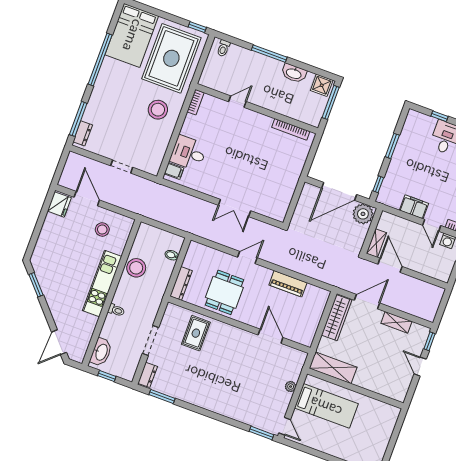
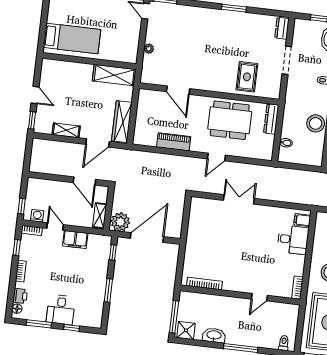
shelving: (376, 243) -> (100, 216), moved
dining table: (224, 292) -> (230, 120), width x1.38
window: (162, 396) -> (234, 8), moved
bed: (326, 406) -> (72, 38), moved, turned 180

